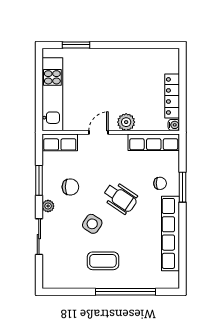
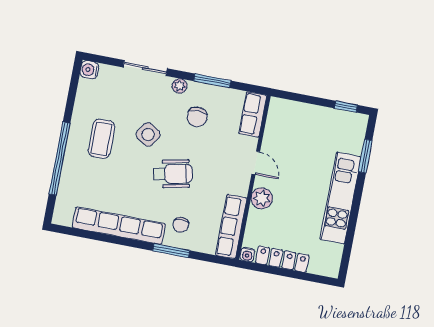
window: (39, 68) -> (346, 107), added
kitchen unit: (52, 94) -> (341, 198), moved, turned 90
wheelchair: (120, 198) -> (173, 174), turned -136
water cooler: (49, 281) -> (89, 70), added

